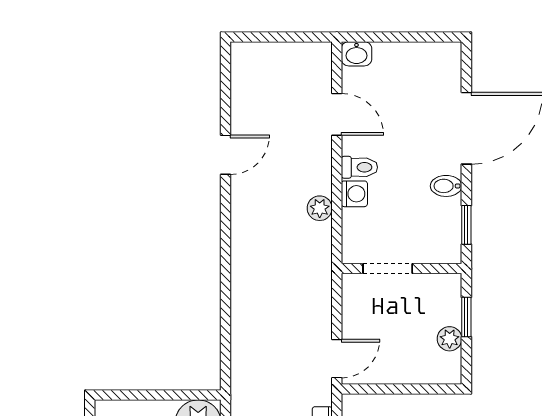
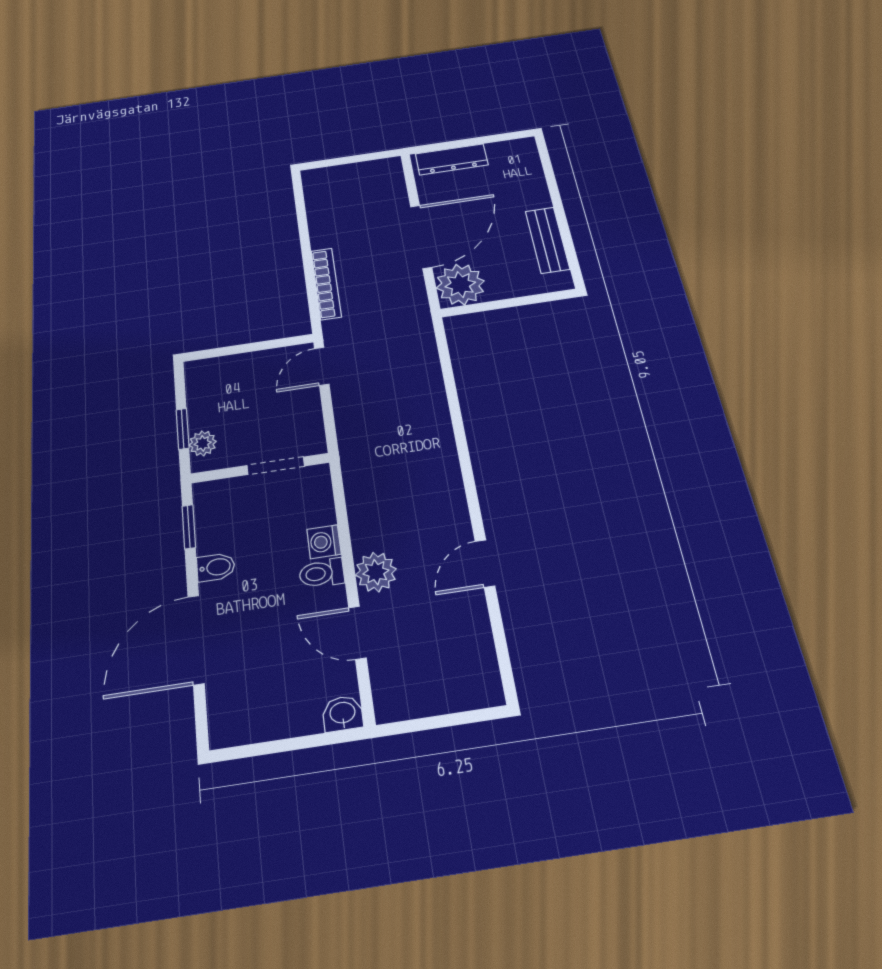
plant: (320, 208) -> (376, 572), moved, width x1.38, depth x1.38
plant: (450, 339) -> (203, 443), moved

